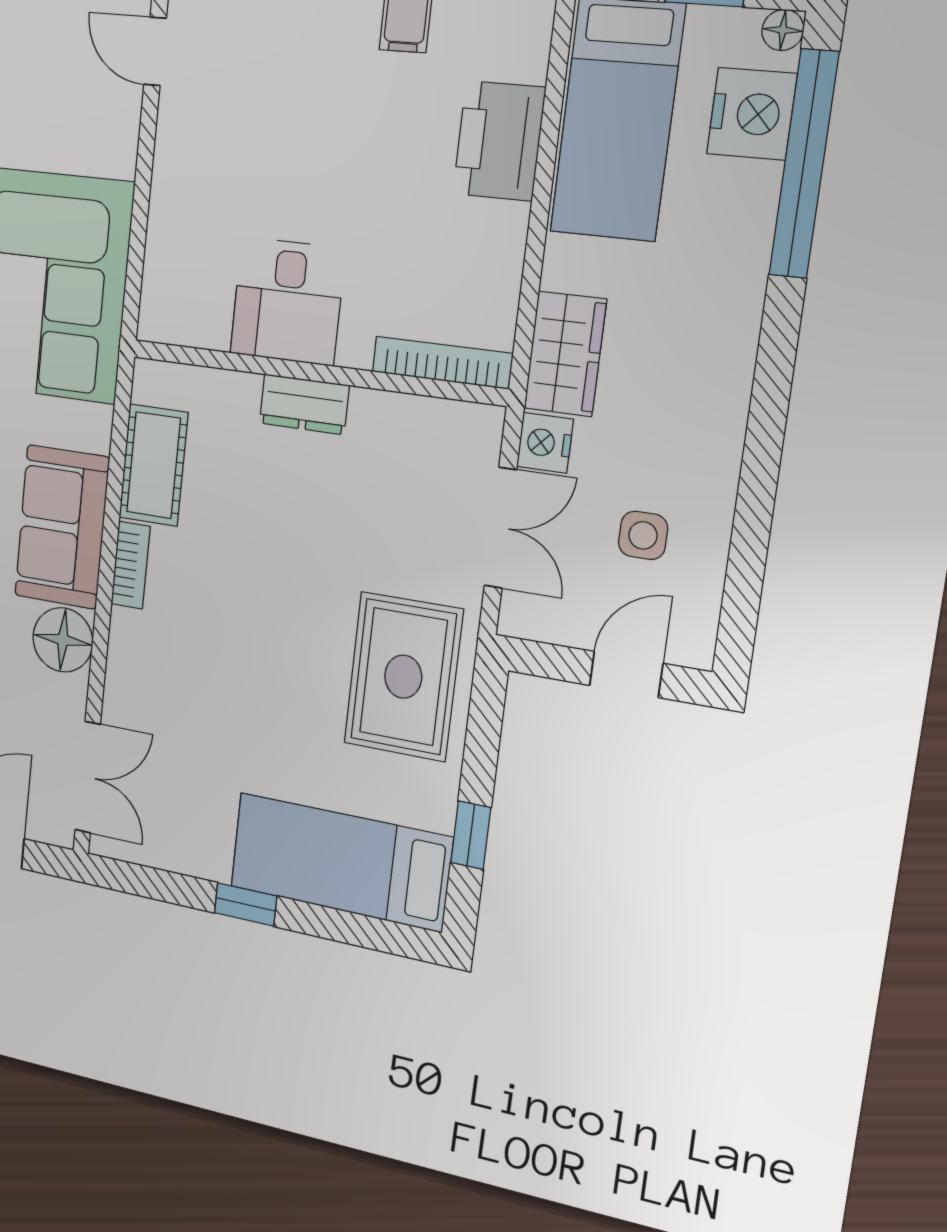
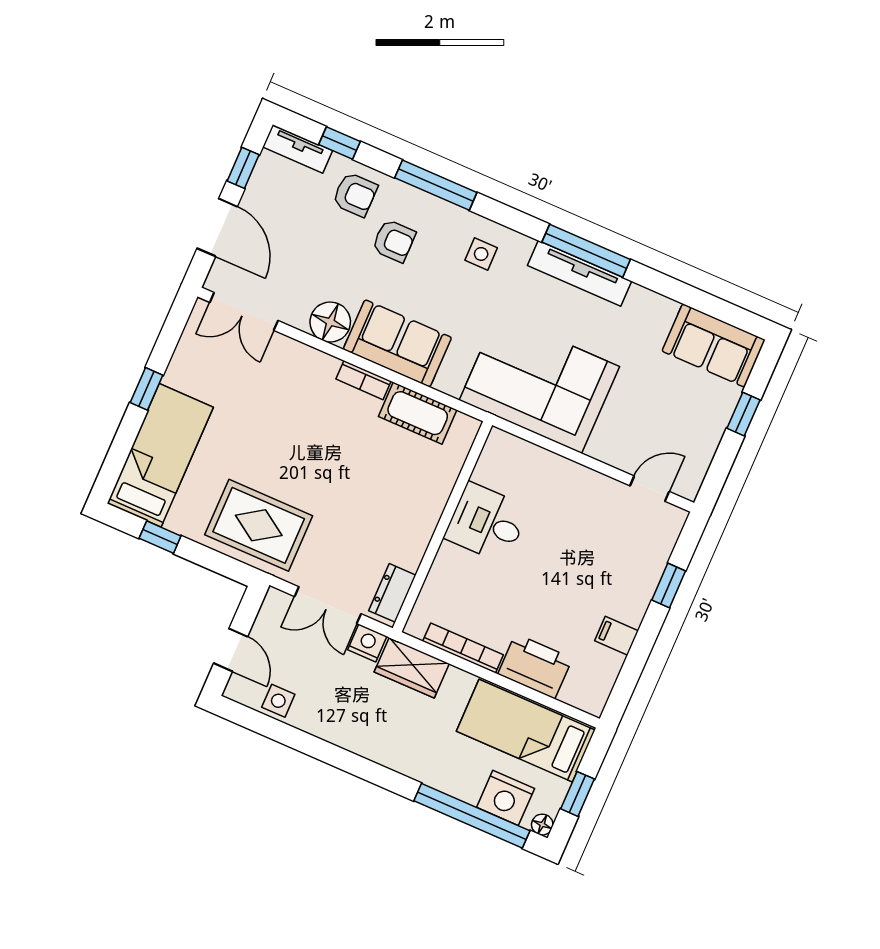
bookcase: (442, 363) -> (463, 648), moved, turned -90
dresser: (304, 404) -> (392, 593), moved
side table: (643, 535) -> (278, 701), moved

